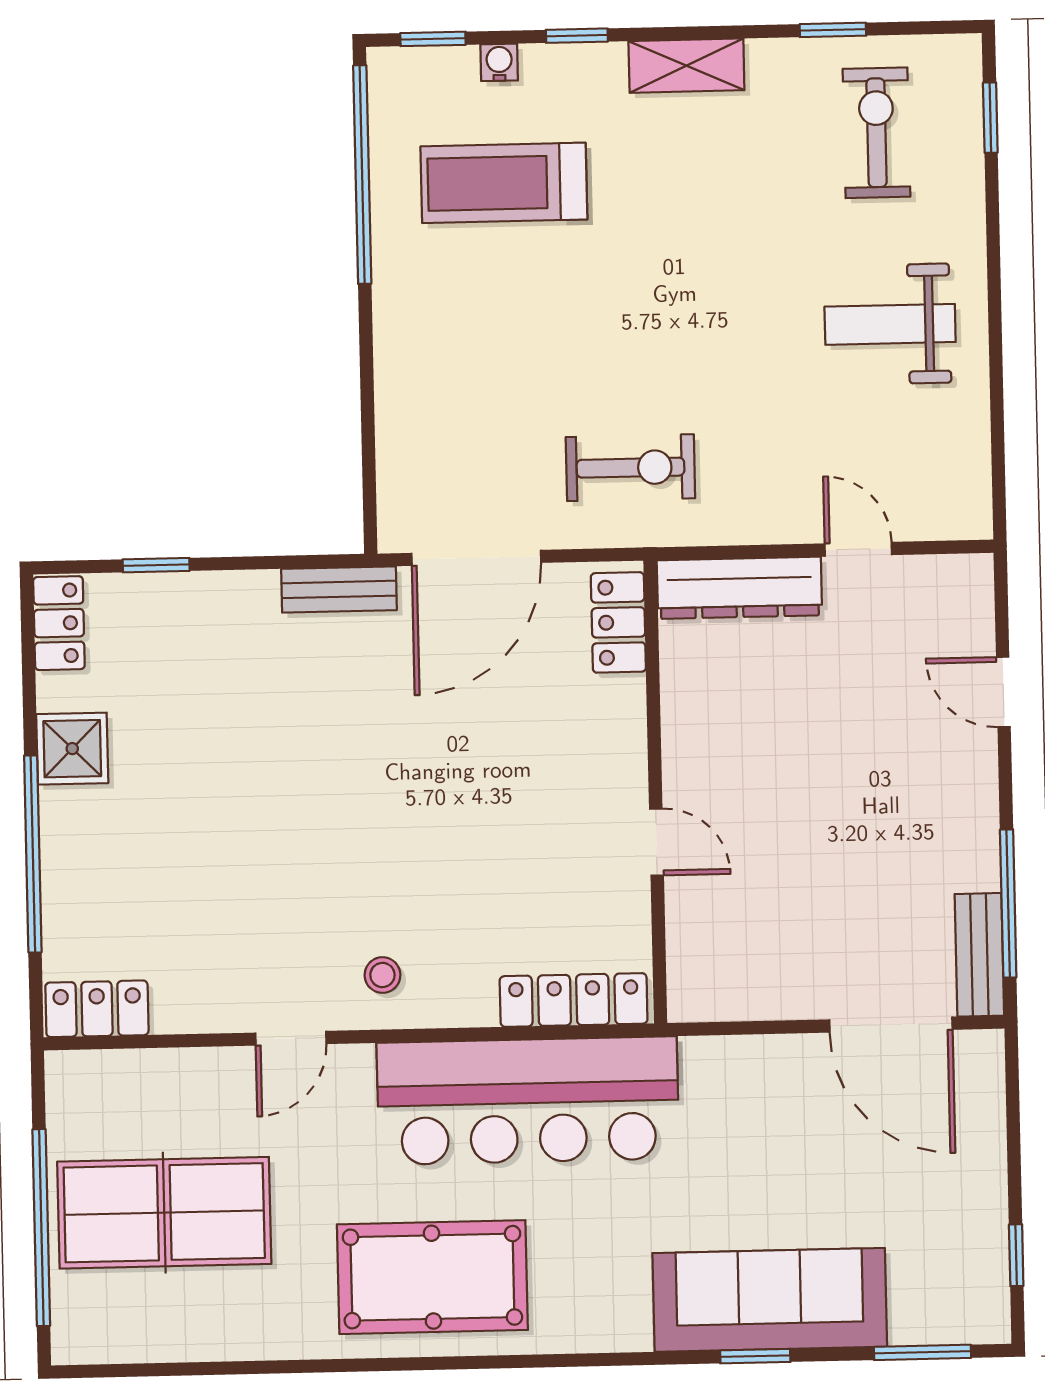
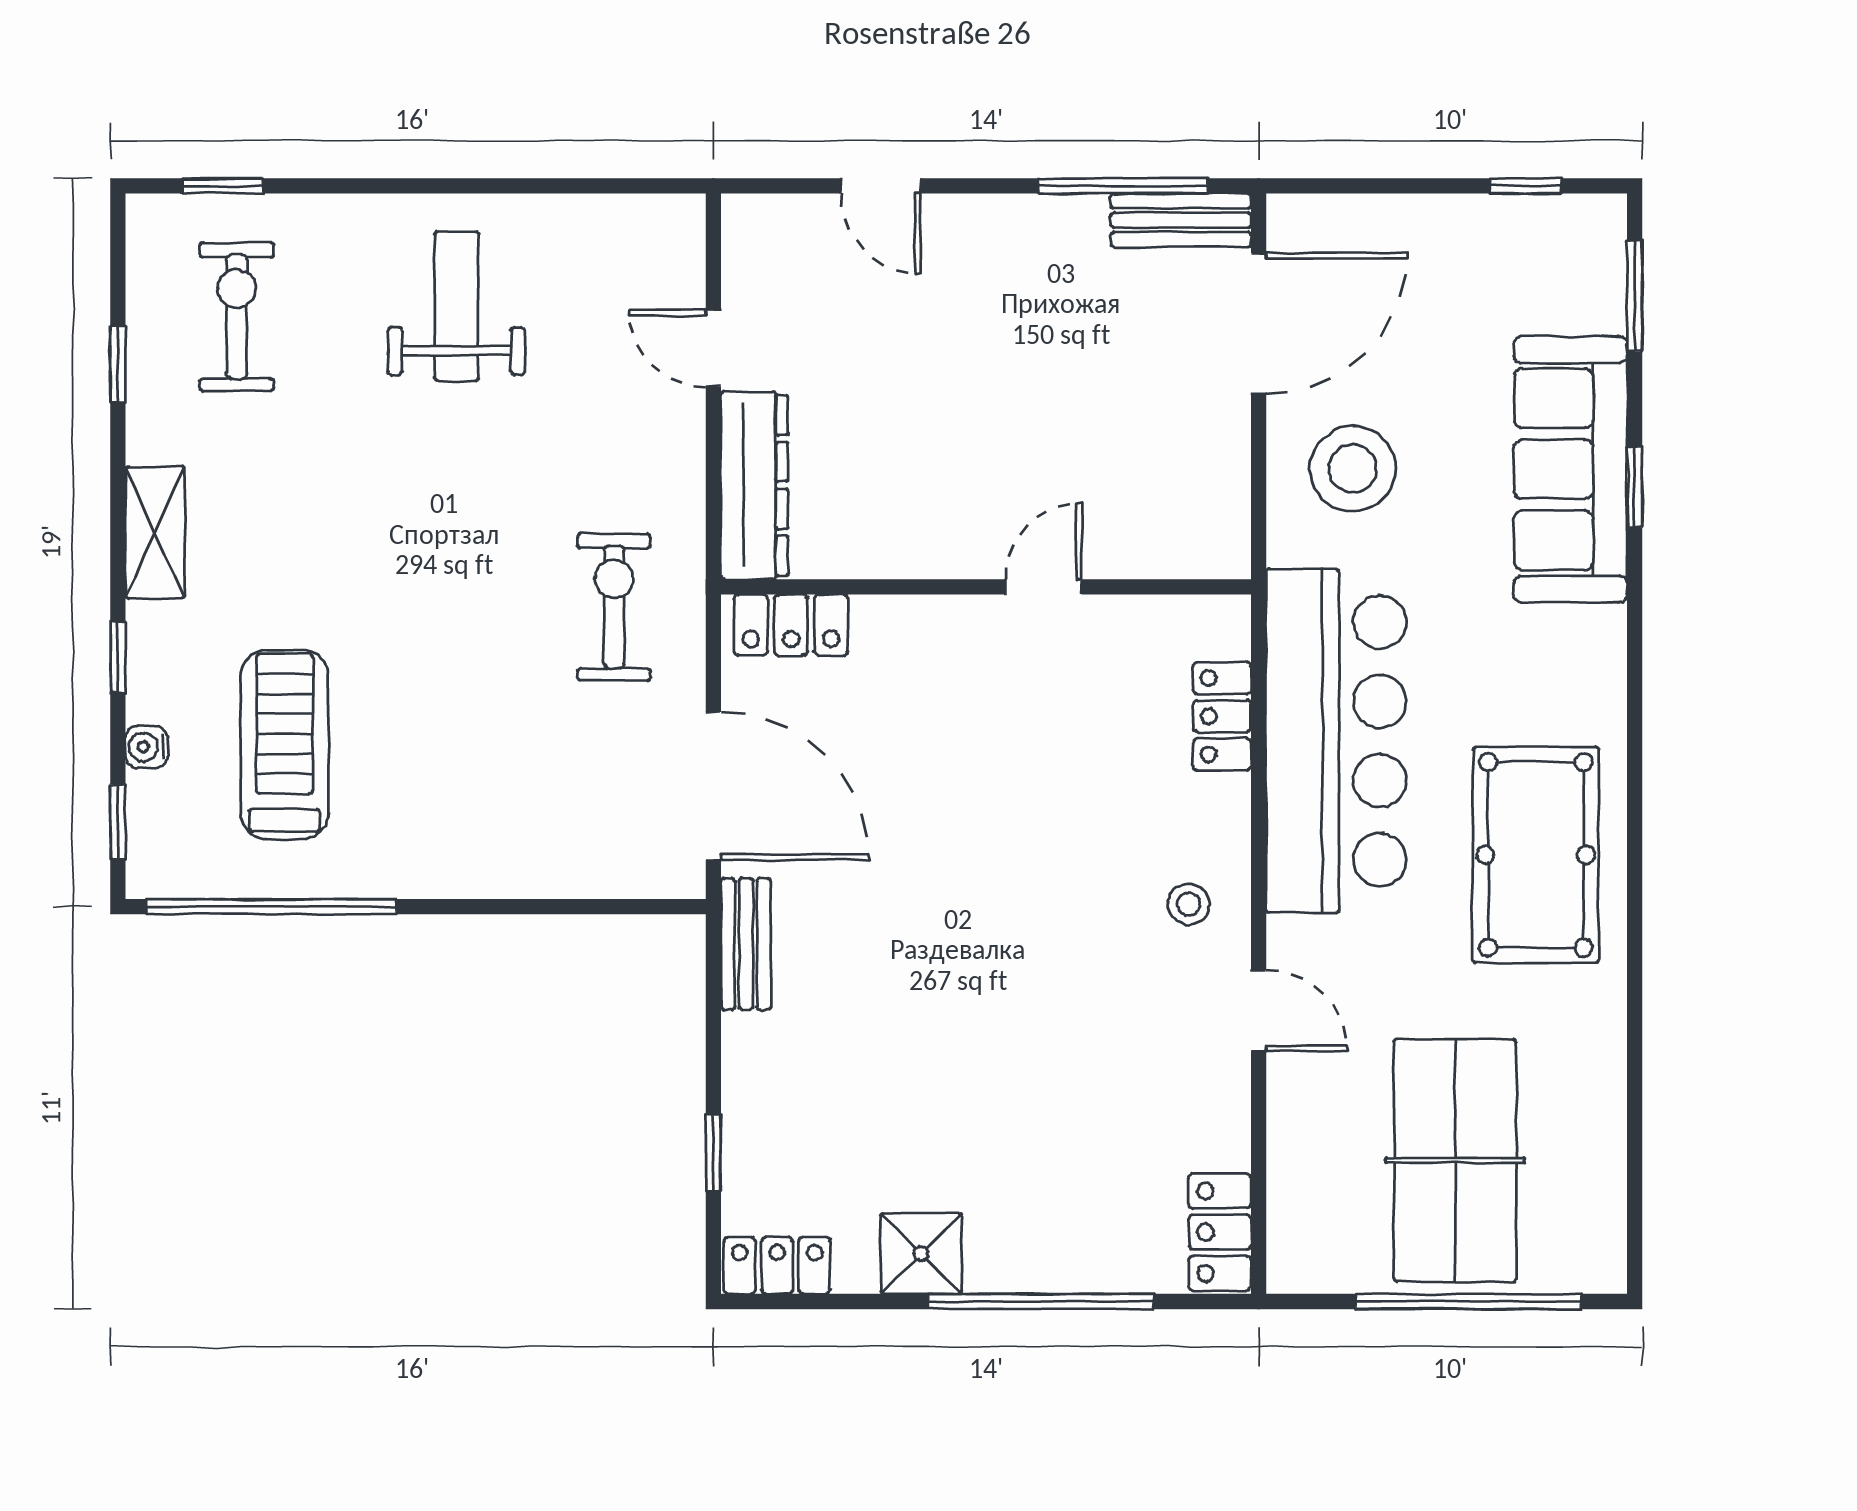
exercise bike: (876, 133) -> (237, 317), turned 90
treadmill: (504, 183) -> (285, 745), turned 180
weight bench: (890, 324) -> (457, 306), turned 180
door: (858, 549) -> (713, 348), hinge flipped
door: (1003, 692) -> (880, 186), hinge flipped
locker: (574, 1000) -> (1222, 716), width x0.66
stool: (766, 1110) -> (1353, 469), added

